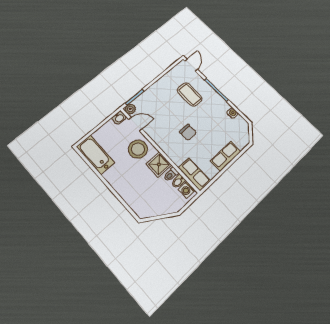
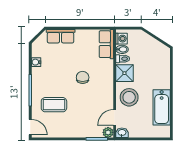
door: (191, 65) -> (30, 127), swing flipped
coffee table: (190, 94) -> (54, 105), turned 90
door: (135, 124) -> (115, 117), hinge flipped
bathtub: (95, 155) -> (162, 107), moved
row of seats: (226, 156) -> (61, 36), moved

